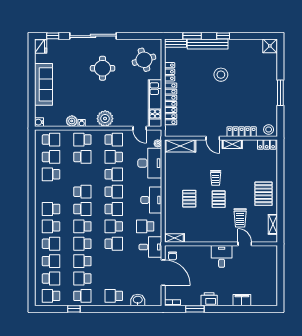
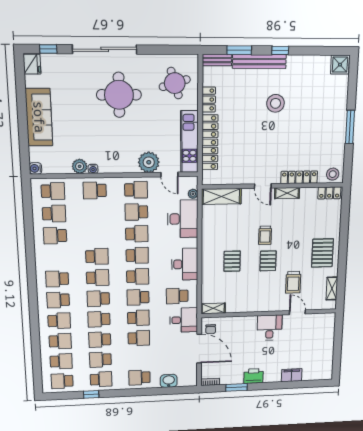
round table: (103, 68) -> (119, 95), width x1.36, depth x1.36
plant: (105, 119) -> (149, 162), moved
school desk: (82, 157) -> (139, 338), moved

